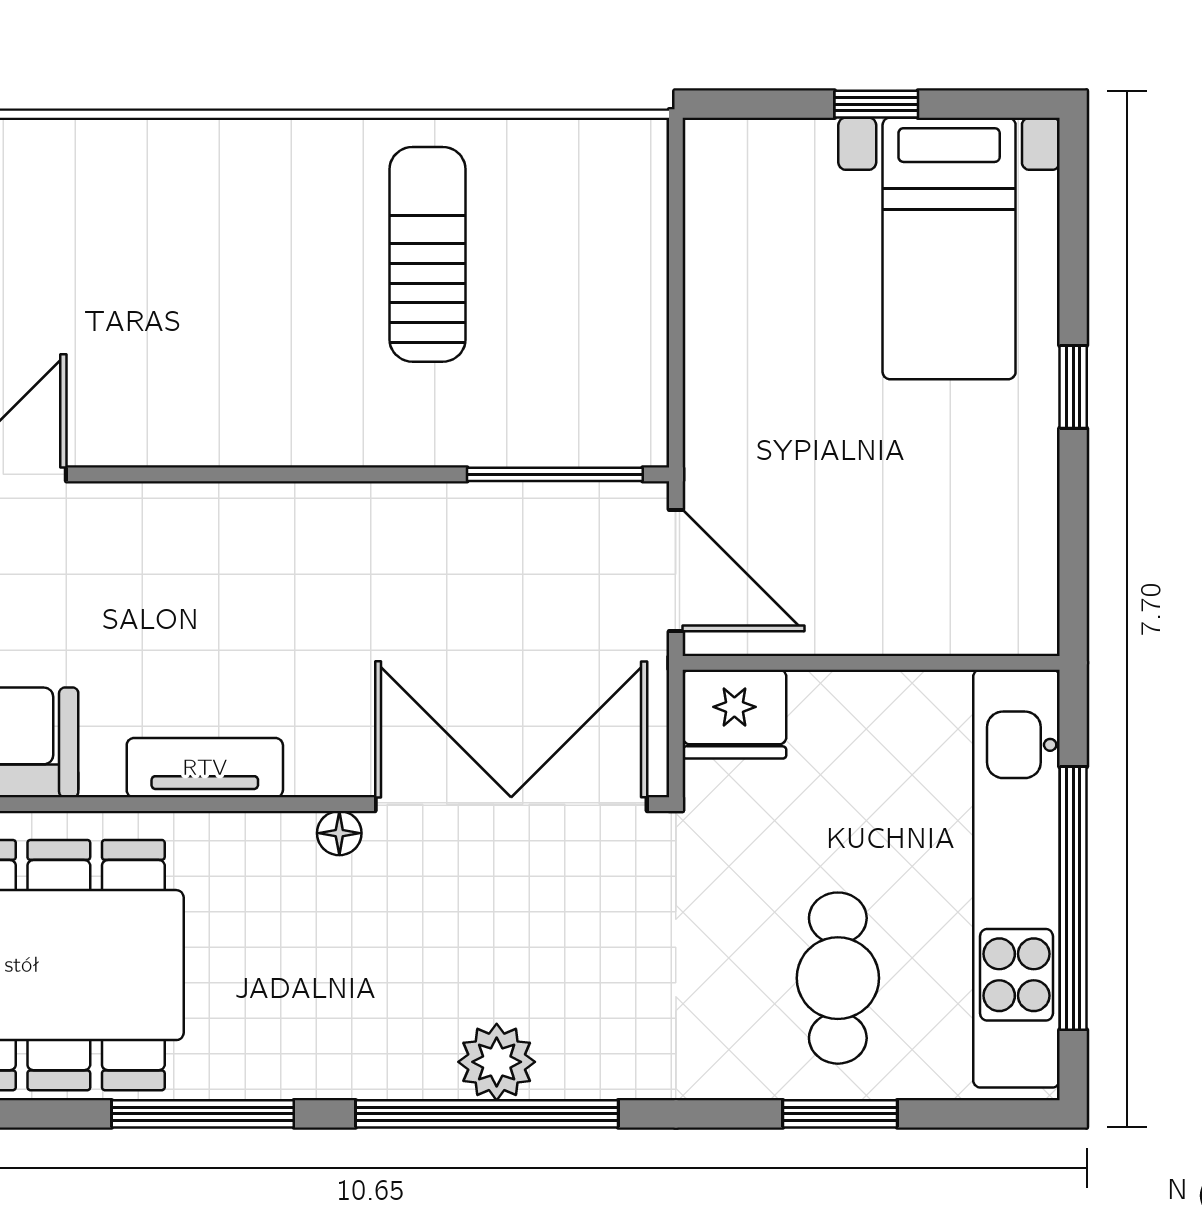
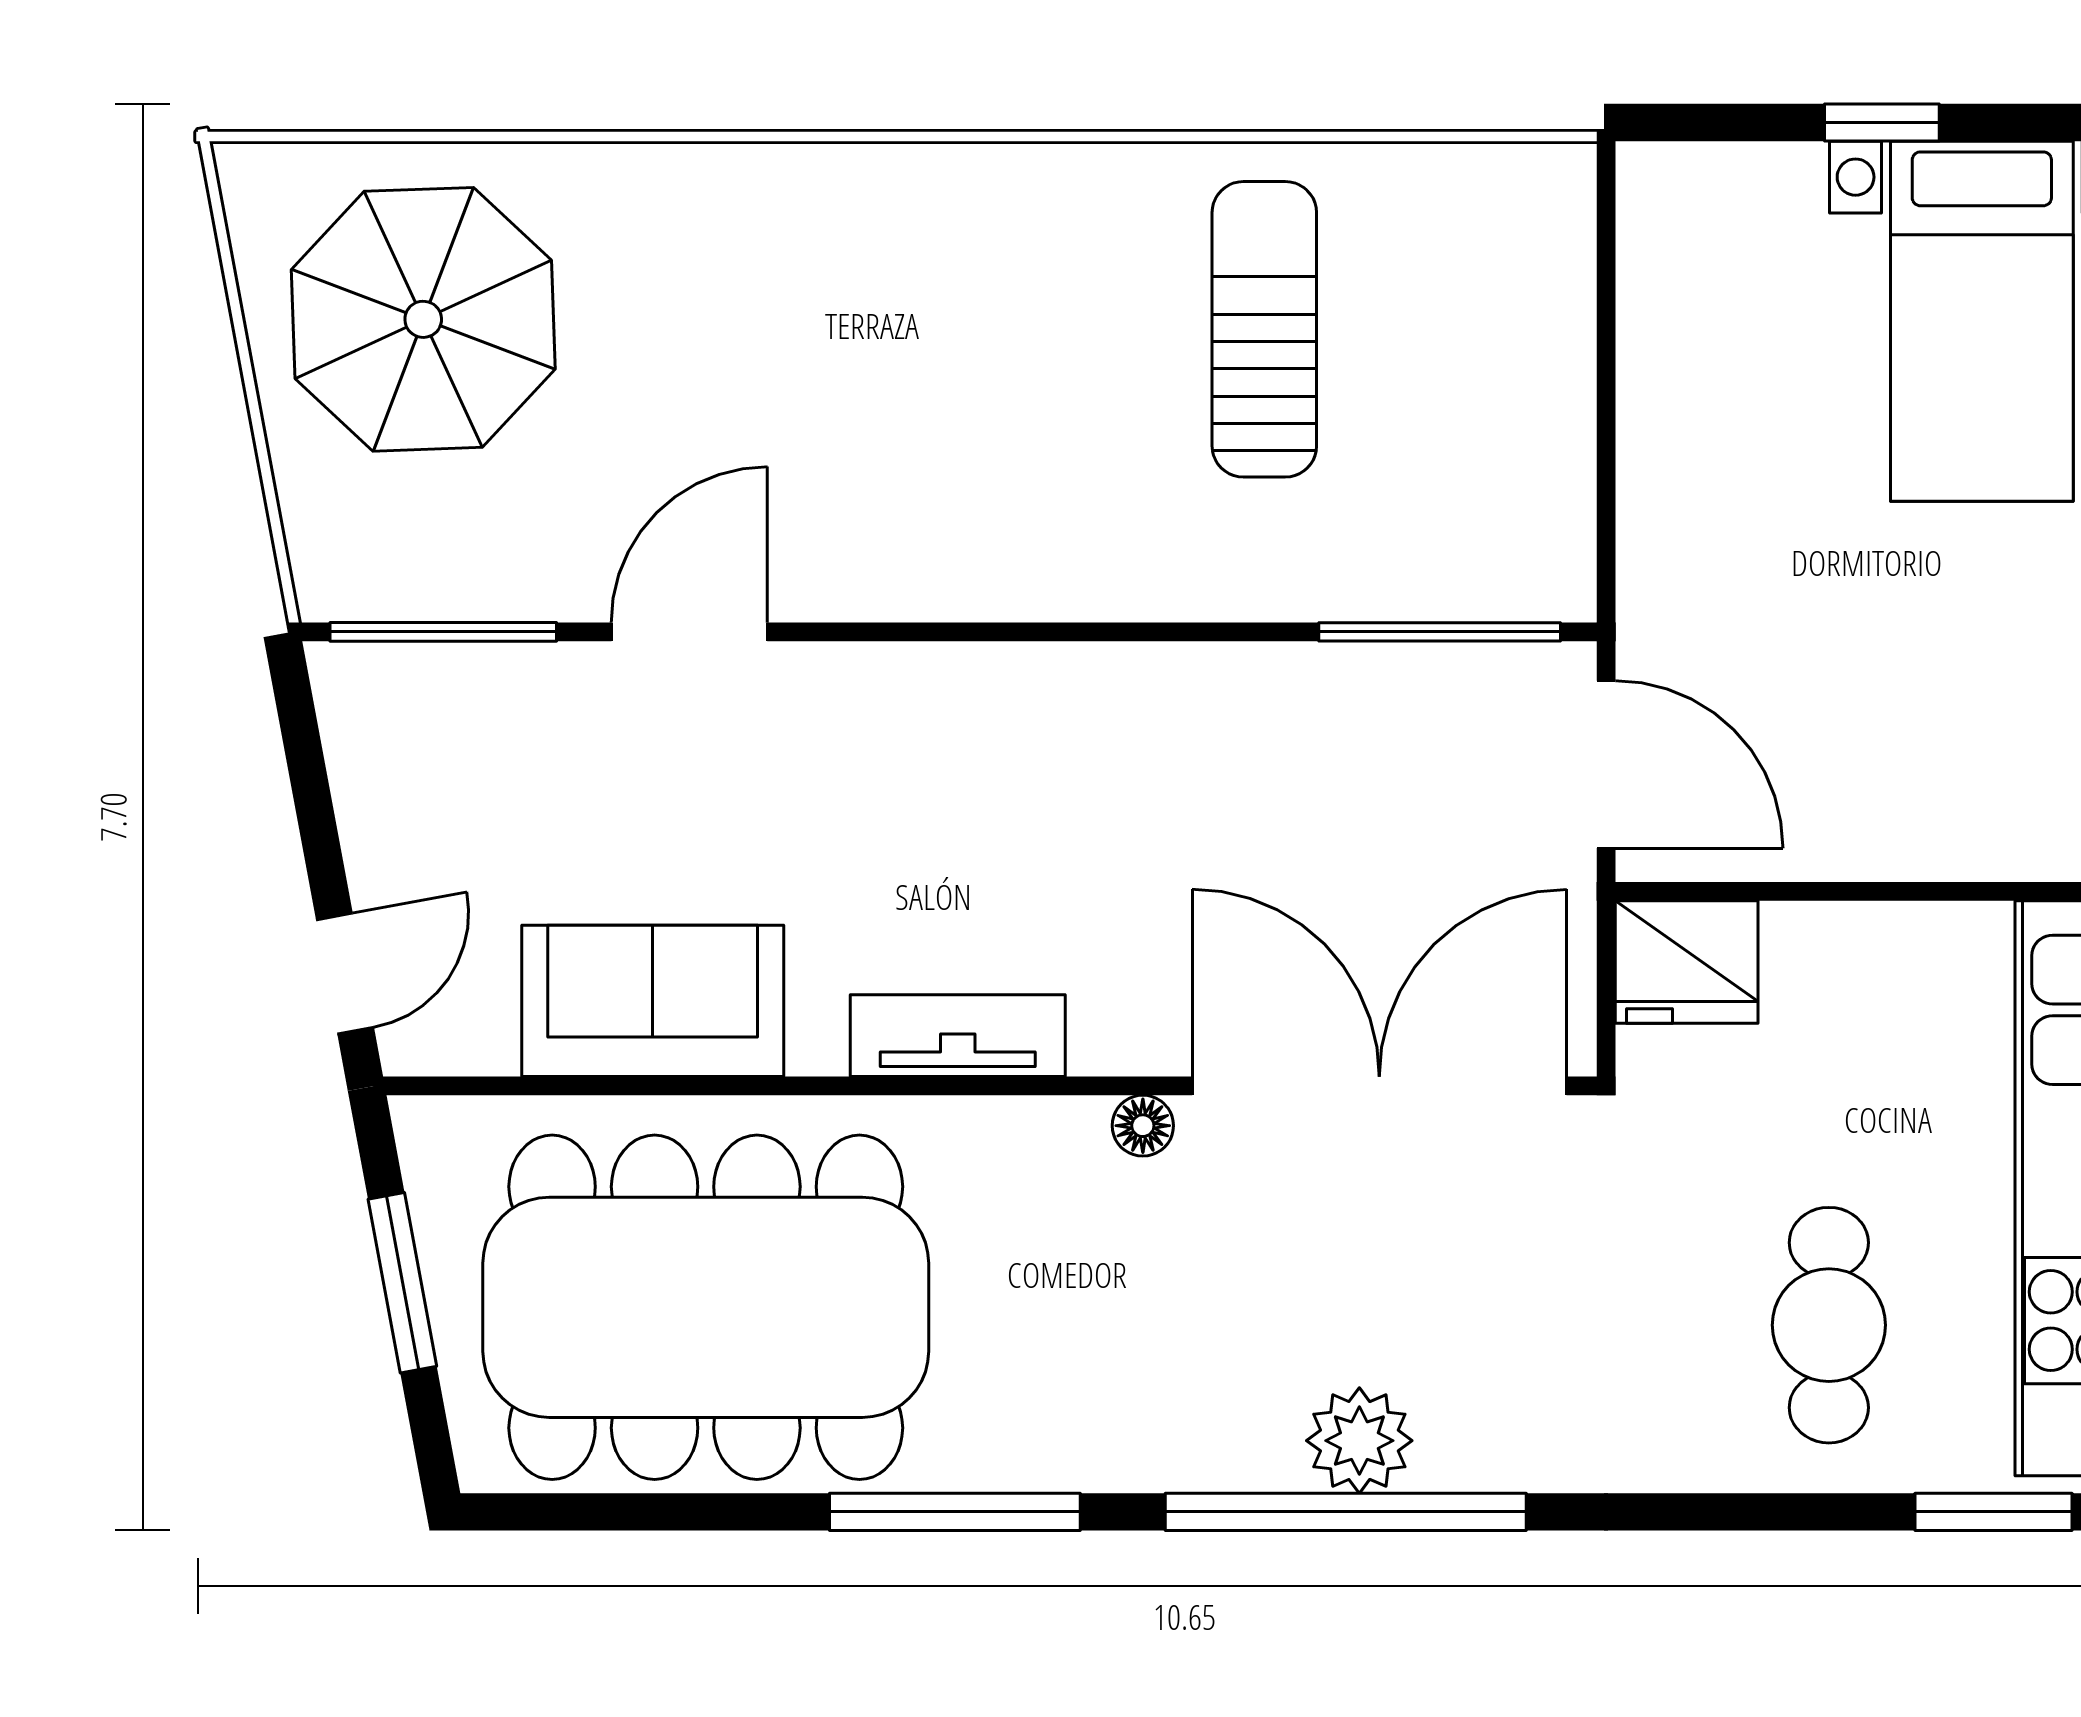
window: (840, 1114) -> (1993, 1512), moved

